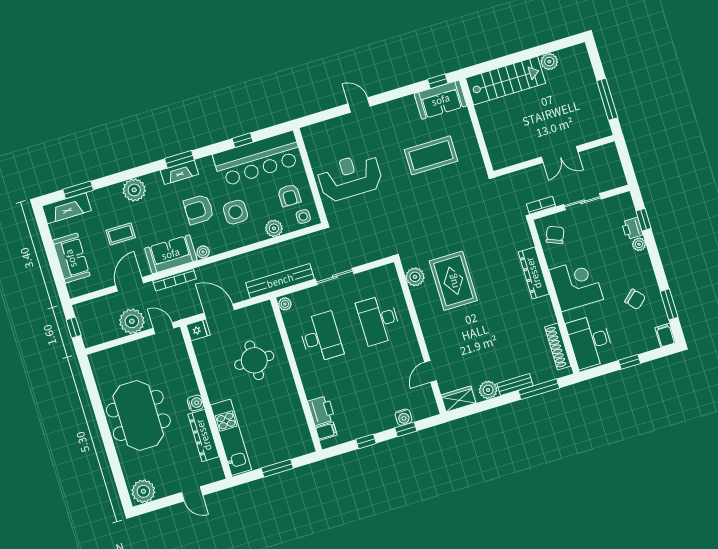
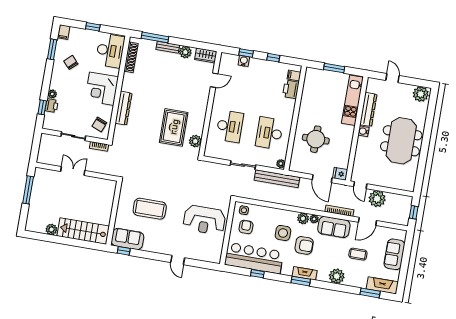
plant: (274, 228) -> (303, 218), moved

